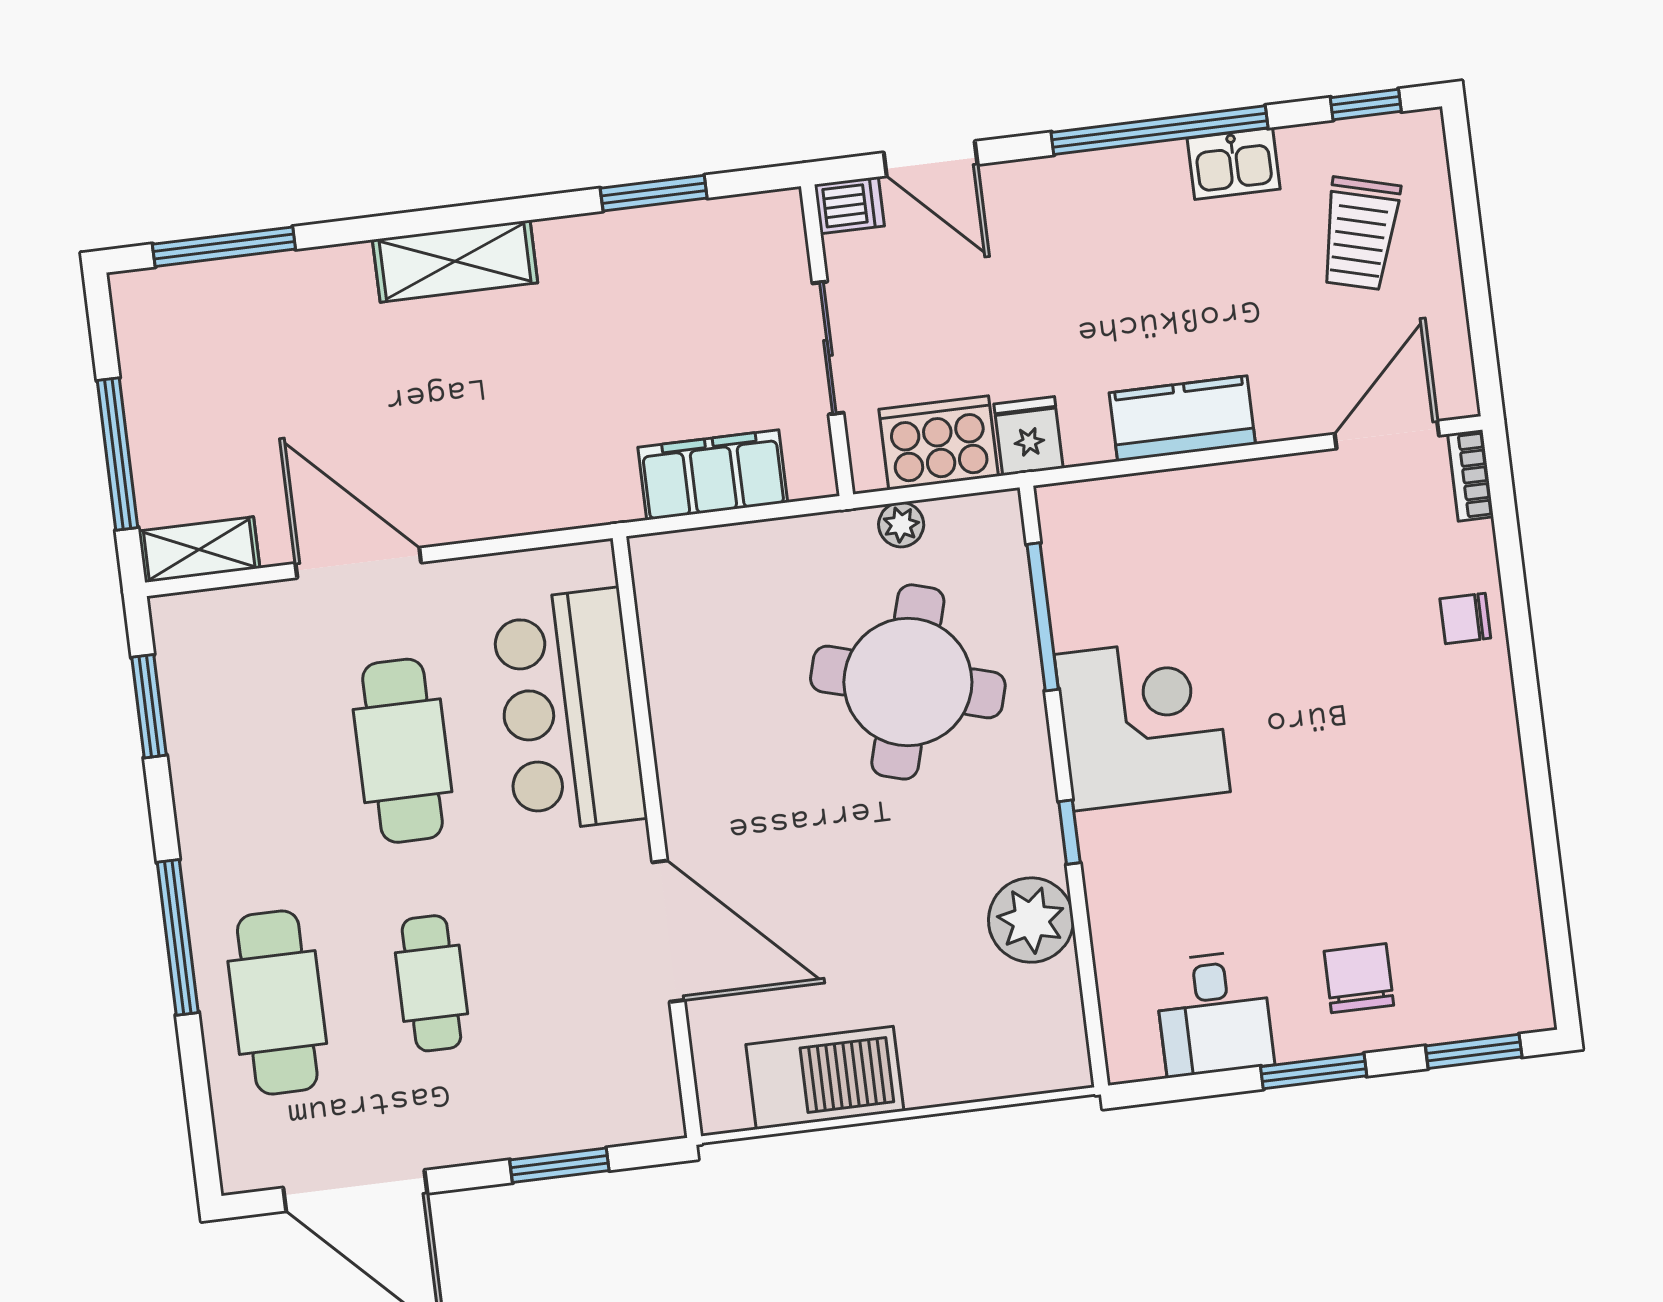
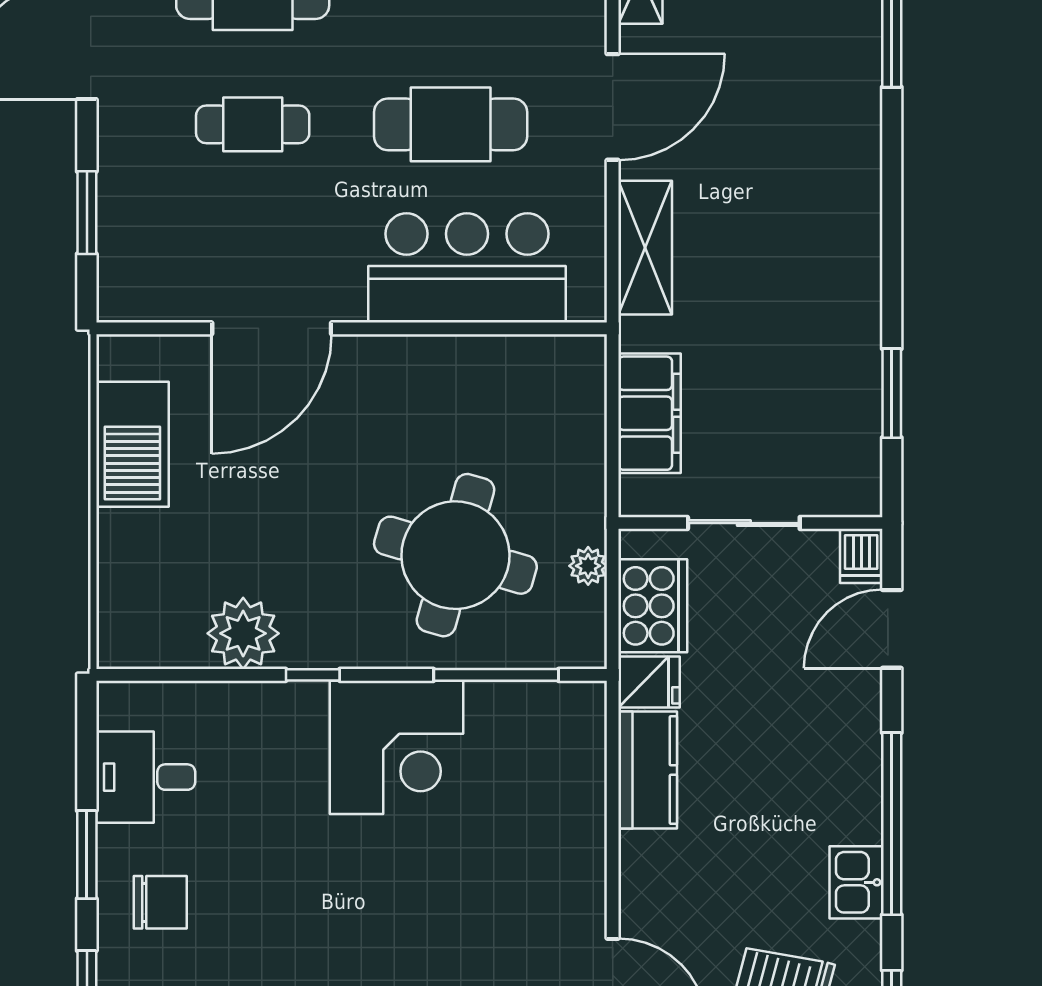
shelving: (455, 261) -> (645, 248), moved
kitchen counter: (1182, 419) -> (648, 770), moved

